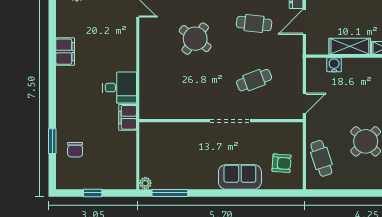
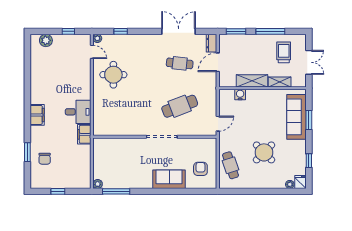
round table: (195, 39) -> (113, 75), moved, turned -37
filing cabinet: (65, 52) -> (37, 115), moved
cafe table: (254, 80) -> (180, 106), width x1.37, depth x1.35
armchair: (282, 163) -> (200, 169), turned -94

